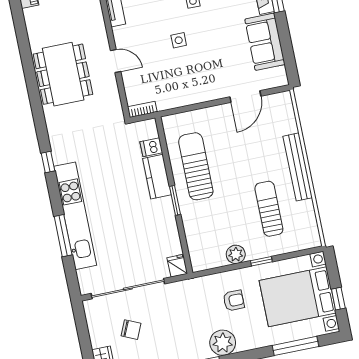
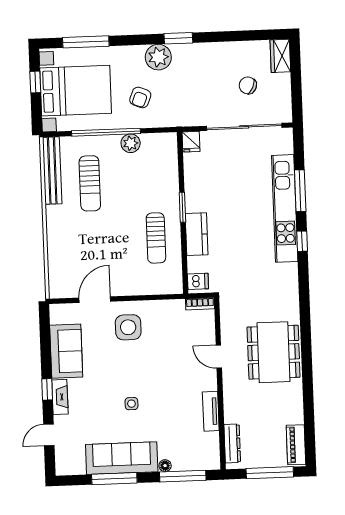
side table: (179, 40) -> (128, 327), moved, width x1.87, depth x1.87
dishwasher: (151, 147) -> (198, 281), moved
window: (48, 162) -> (302, 241), moved
sun lounger: (196, 166) -> (156, 238), width x0.73, depth x0.75
bench: (298, 167) -> (52, 171), moved
window: (261, 261) -> (106, 132), width x3.17
armchair: (234, 301) -> (140, 97), turned -68

